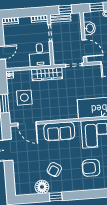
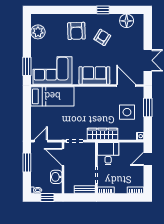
window: (65, 10) -> (79, 197), removed
armchair: (91, 168) -> (76, 31), moved, turned 88
floor lamp: (42, 187) -> (127, 21), moved

